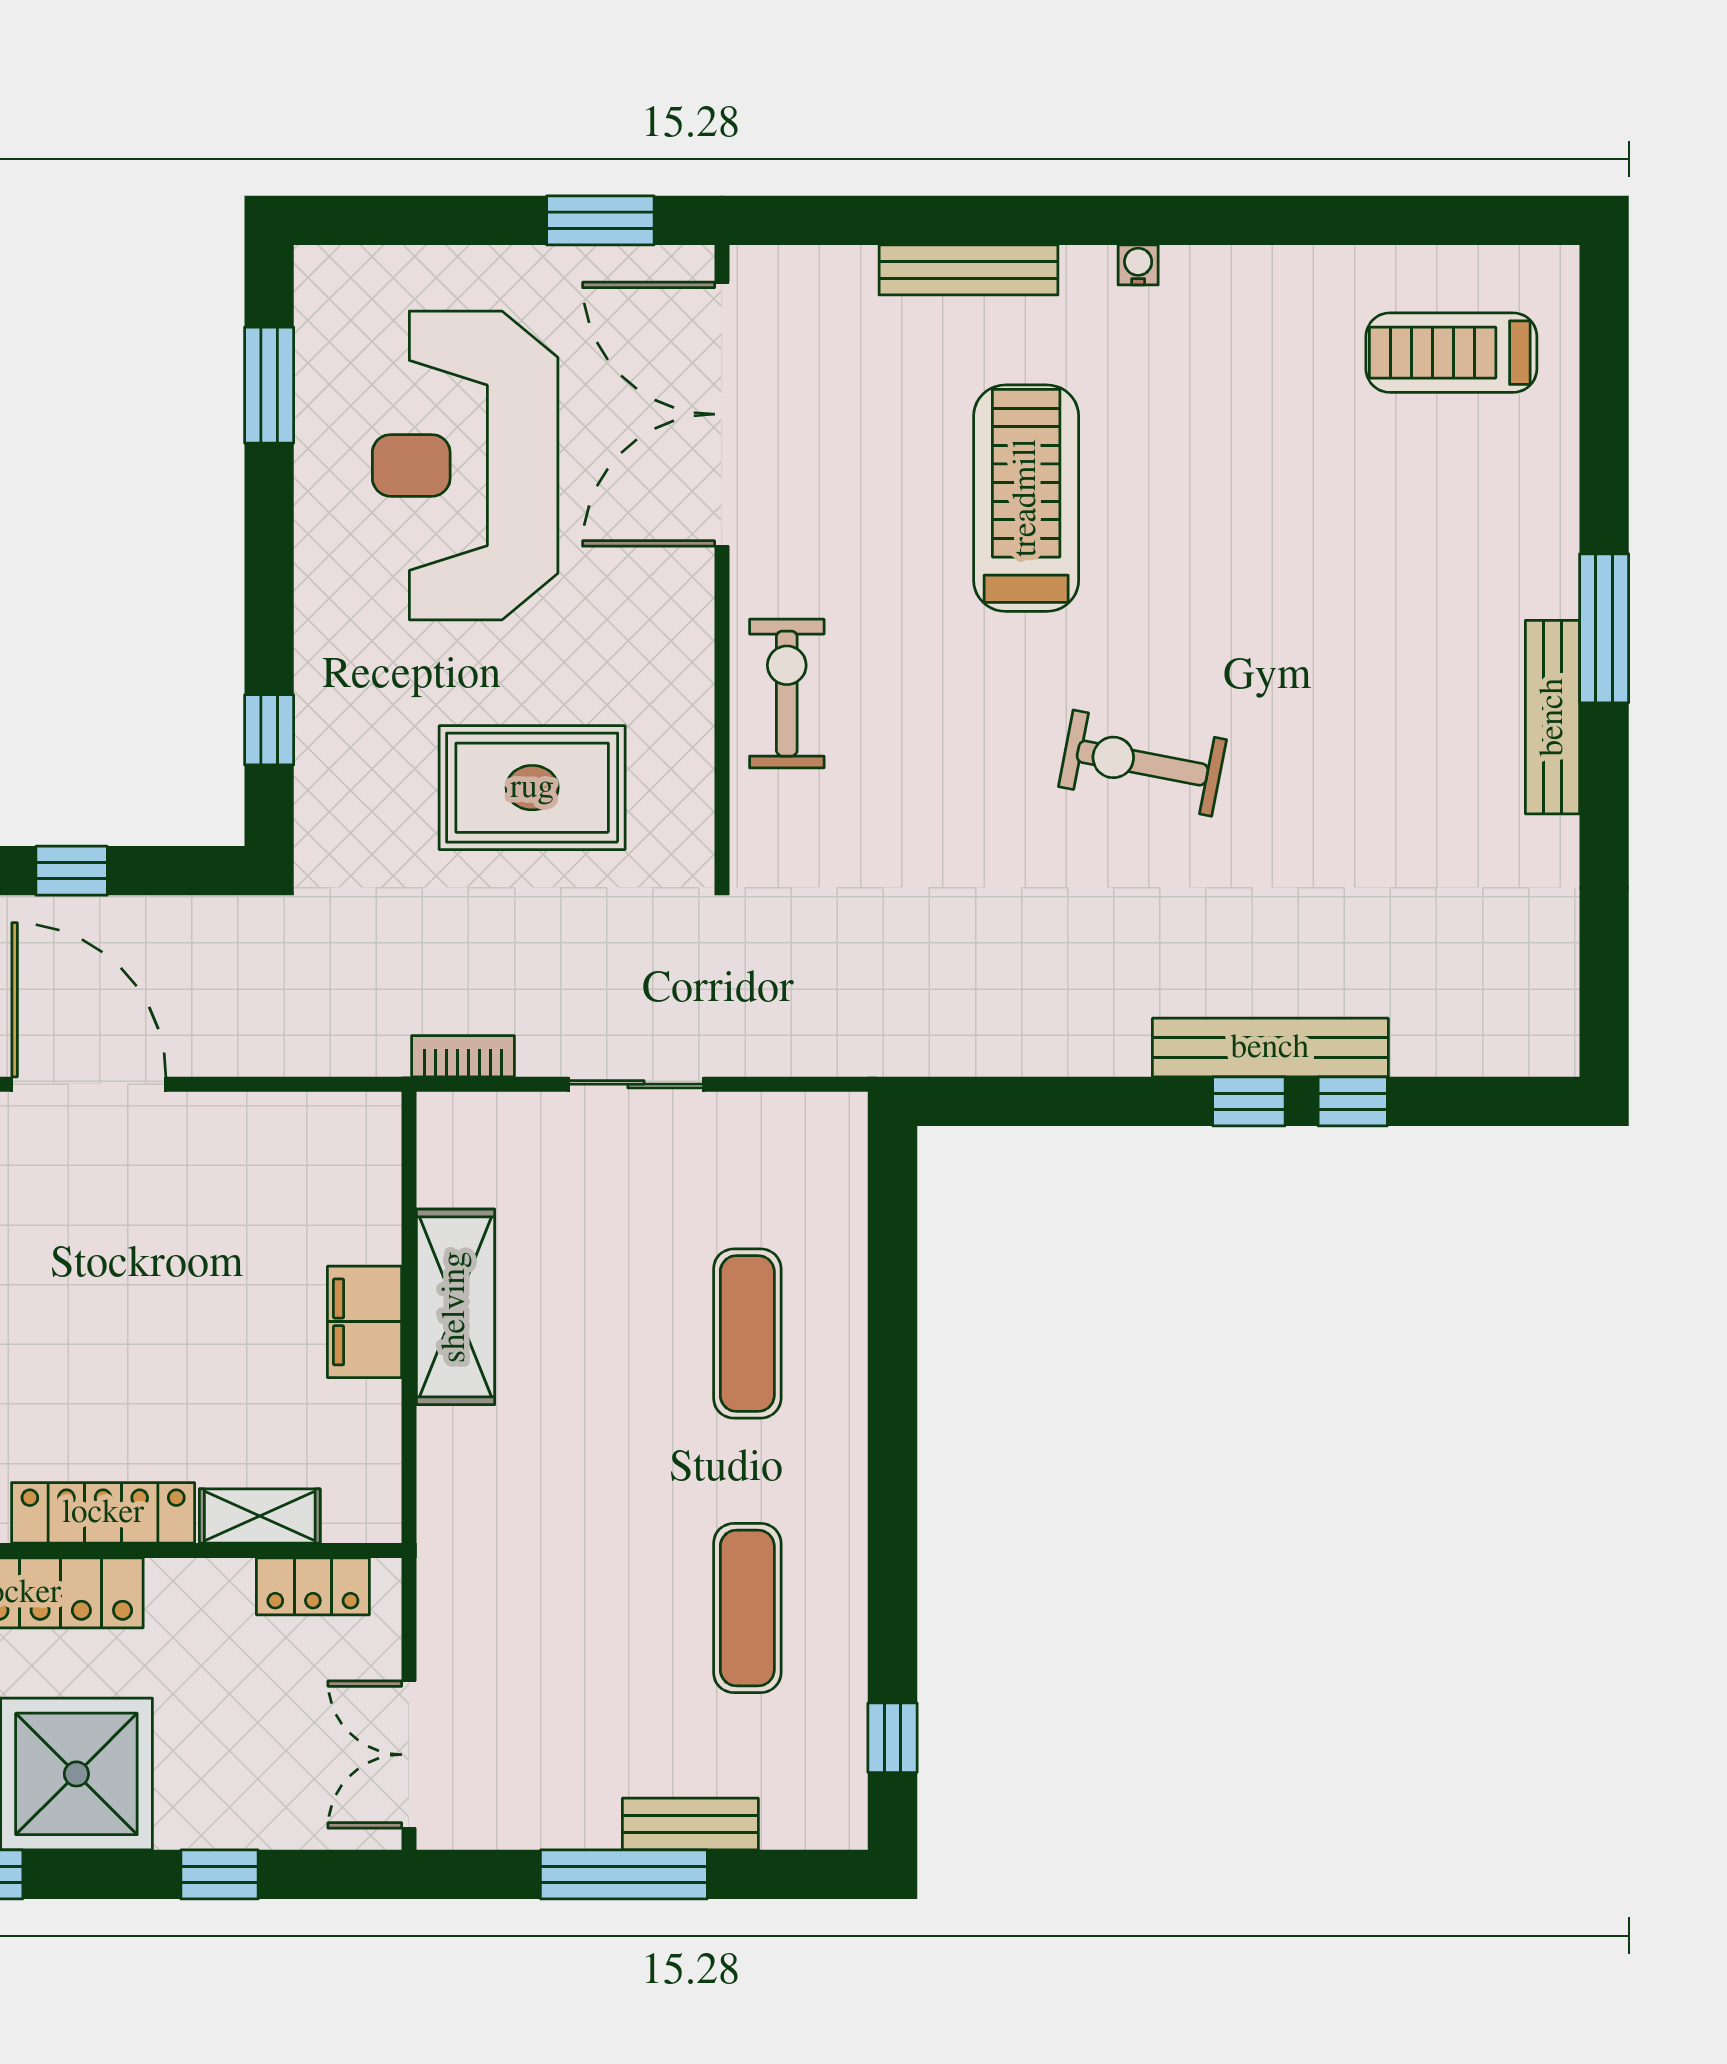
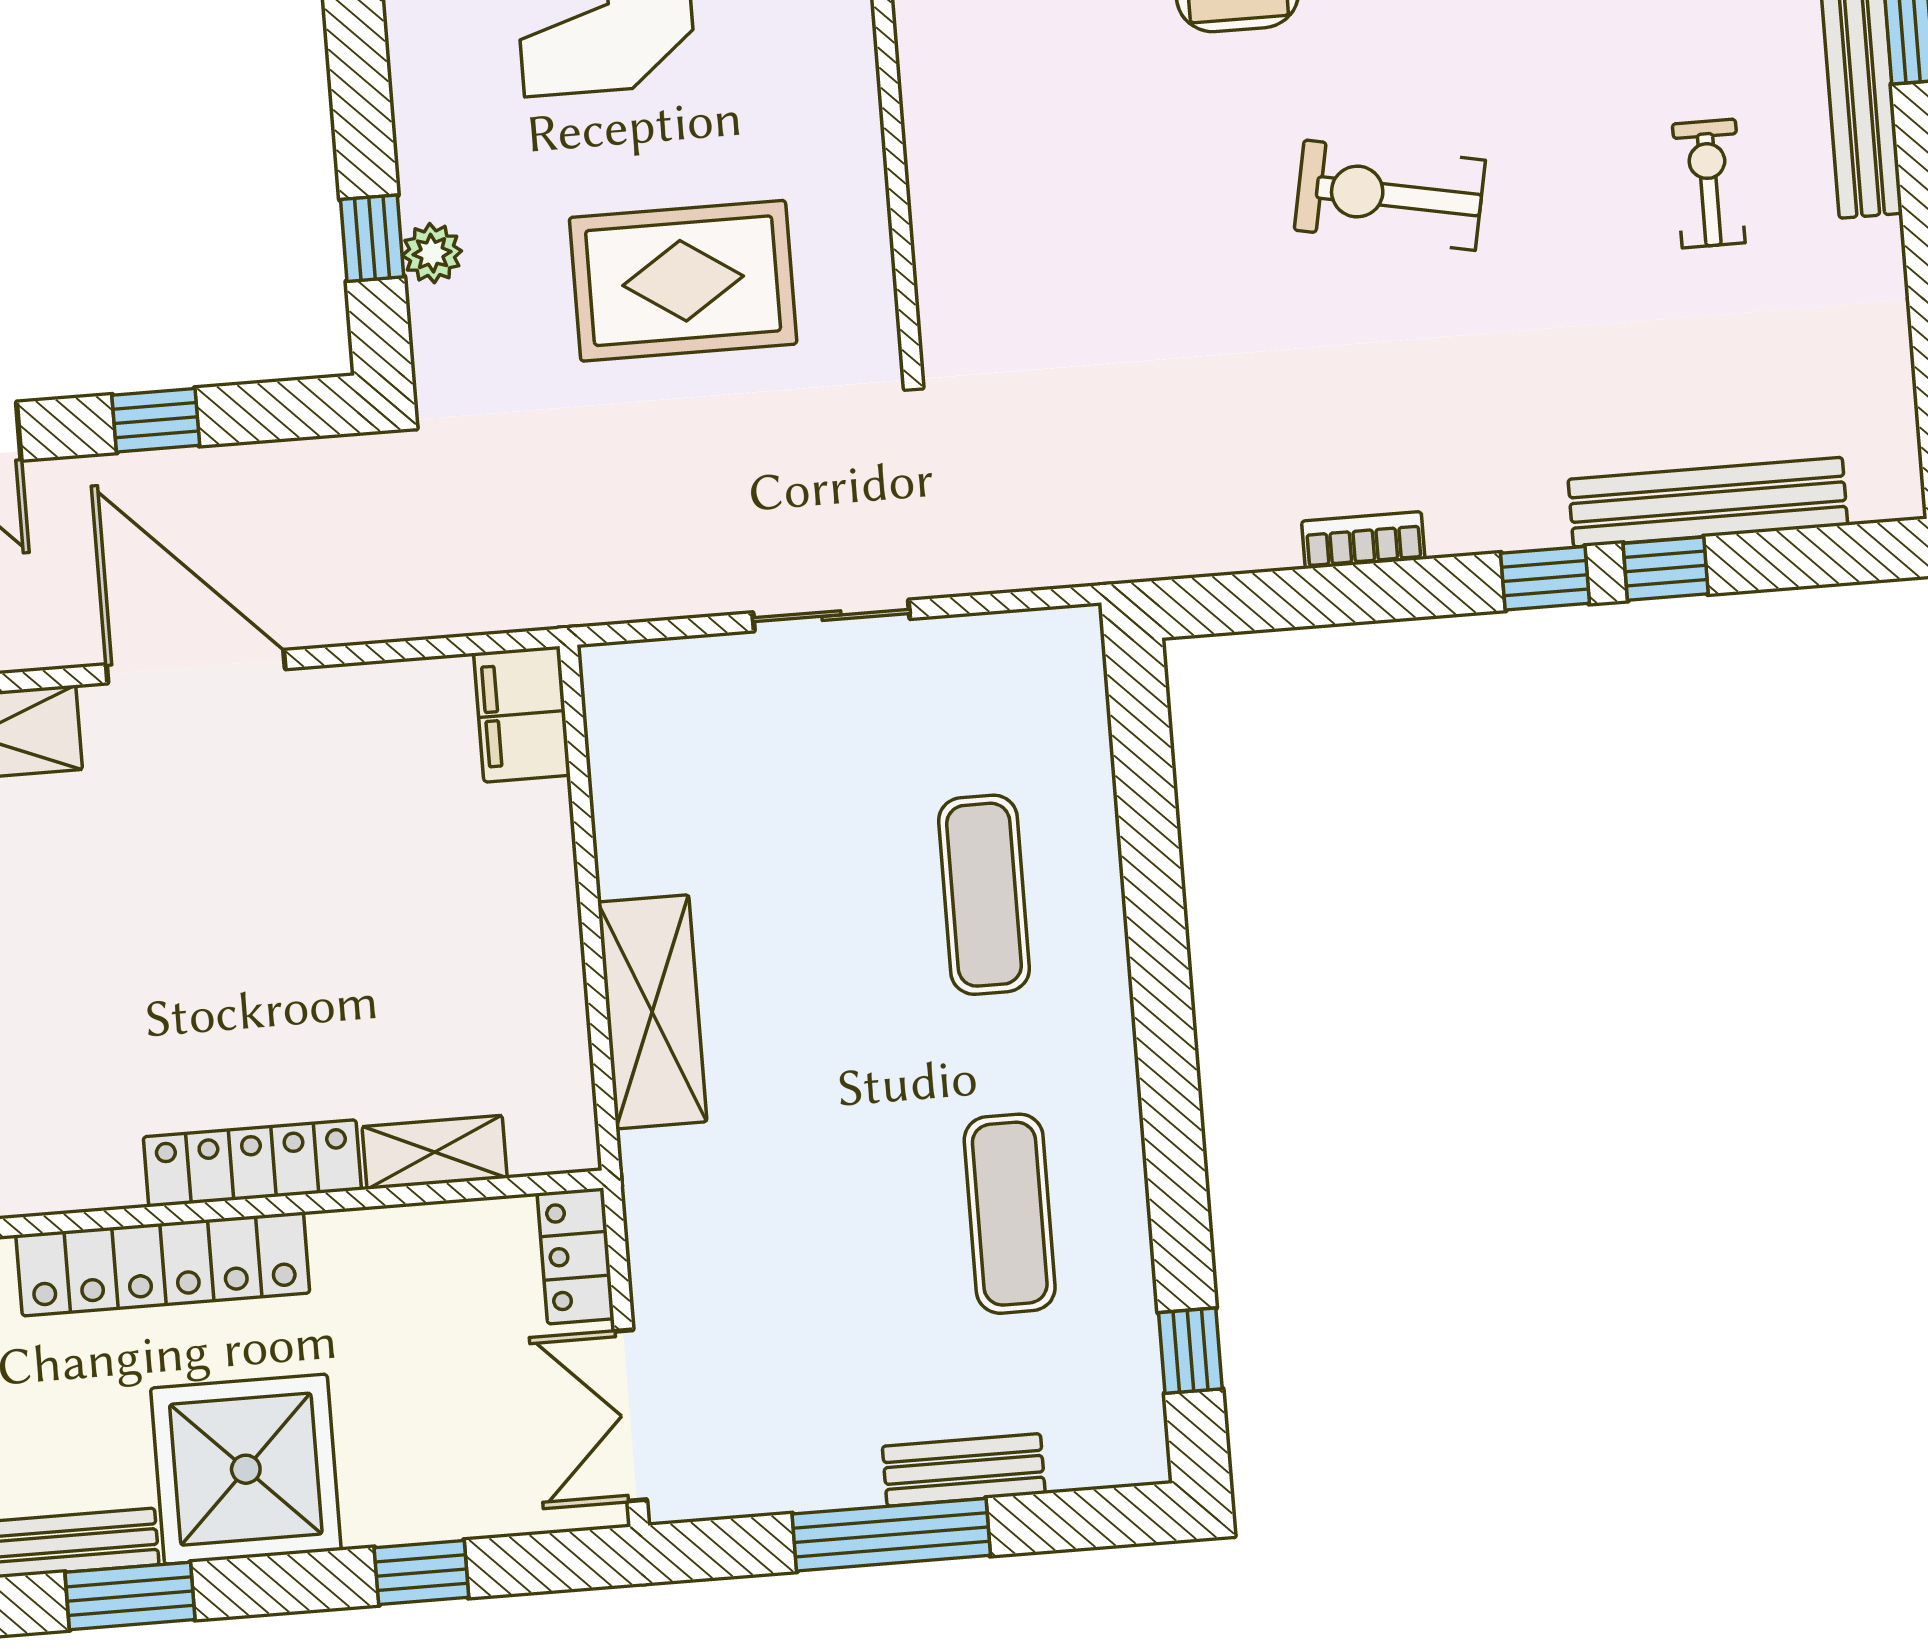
exercise bike: (787, 694) -> (1709, 183), moved, width x0.73, depth x0.72
plant: (319, 747) -> (432, 253), added
bench: (1270, 1048) -> (1708, 502), moved
bookcase: (463, 1056) -> (1363, 540), moved
shelving: (455, 1307) -> (652, 1012), moved
filing cabinet: (365, 1322) -> (522, 714), moved
locker: (313, 1586) -> (576, 1256), moved, turned 90

